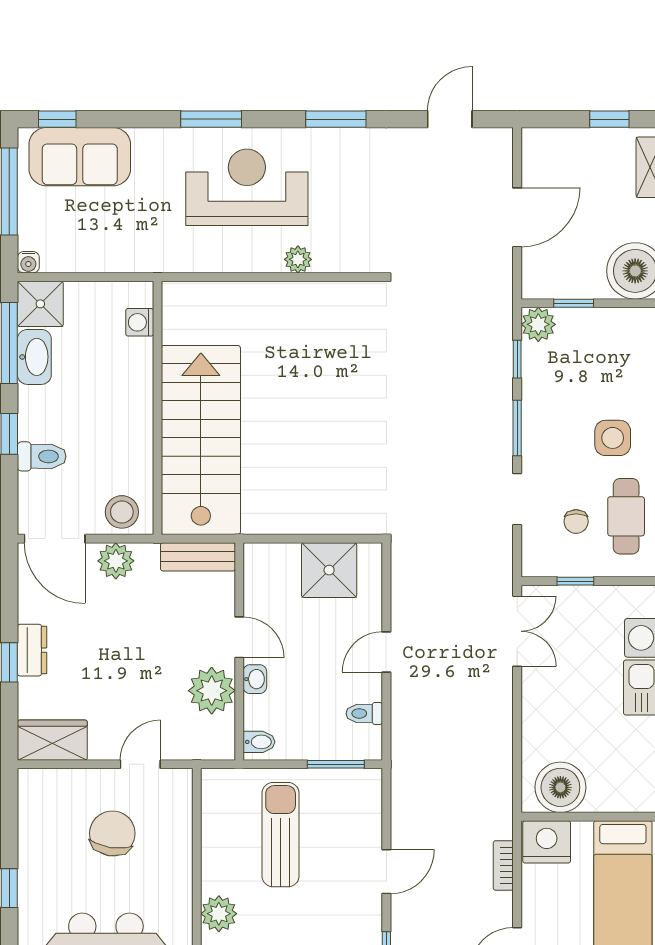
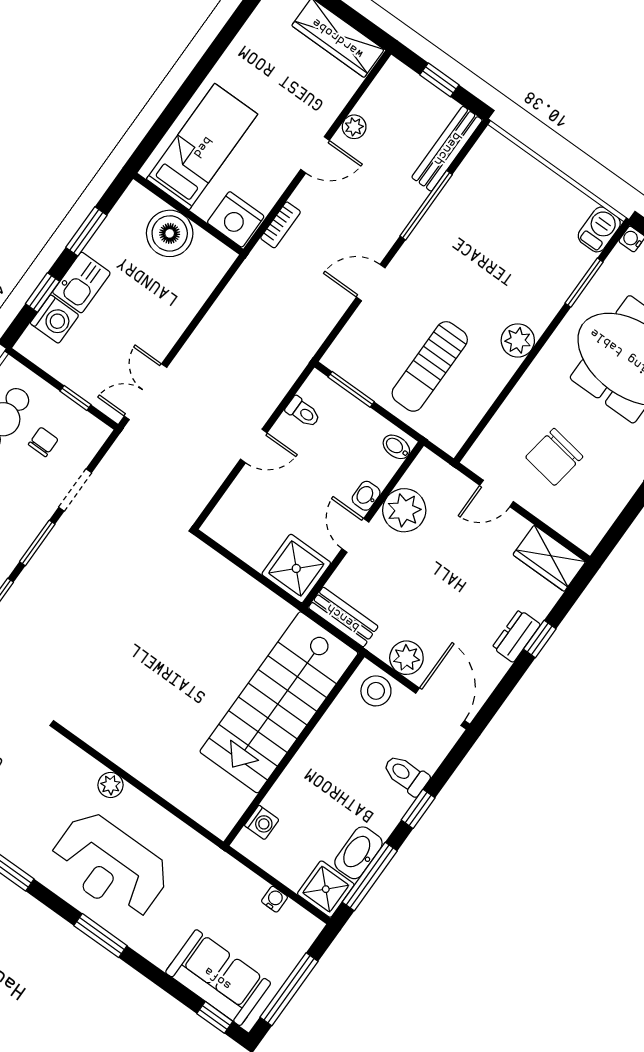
water cooler: (28, 262) -> (274, 899), moved
shower: (329, 570) -> (296, 568), moved
boiler: (560, 787) -> (170, 233), moved

